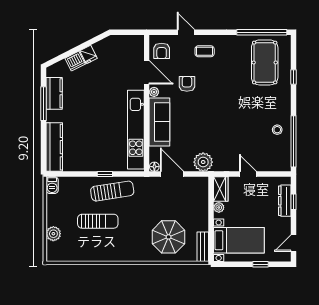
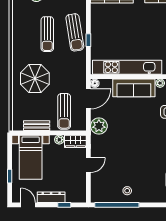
sun lounger: (112, 191) -> (75, 32), moved
dresser: (285, 201) -> (51, 197), moved
sun lounger: (186, 202) -> (64, 111), added
parasol: (169, 237) -> (35, 79), moved
bench: (203, 247) -> (37, 126), moved

